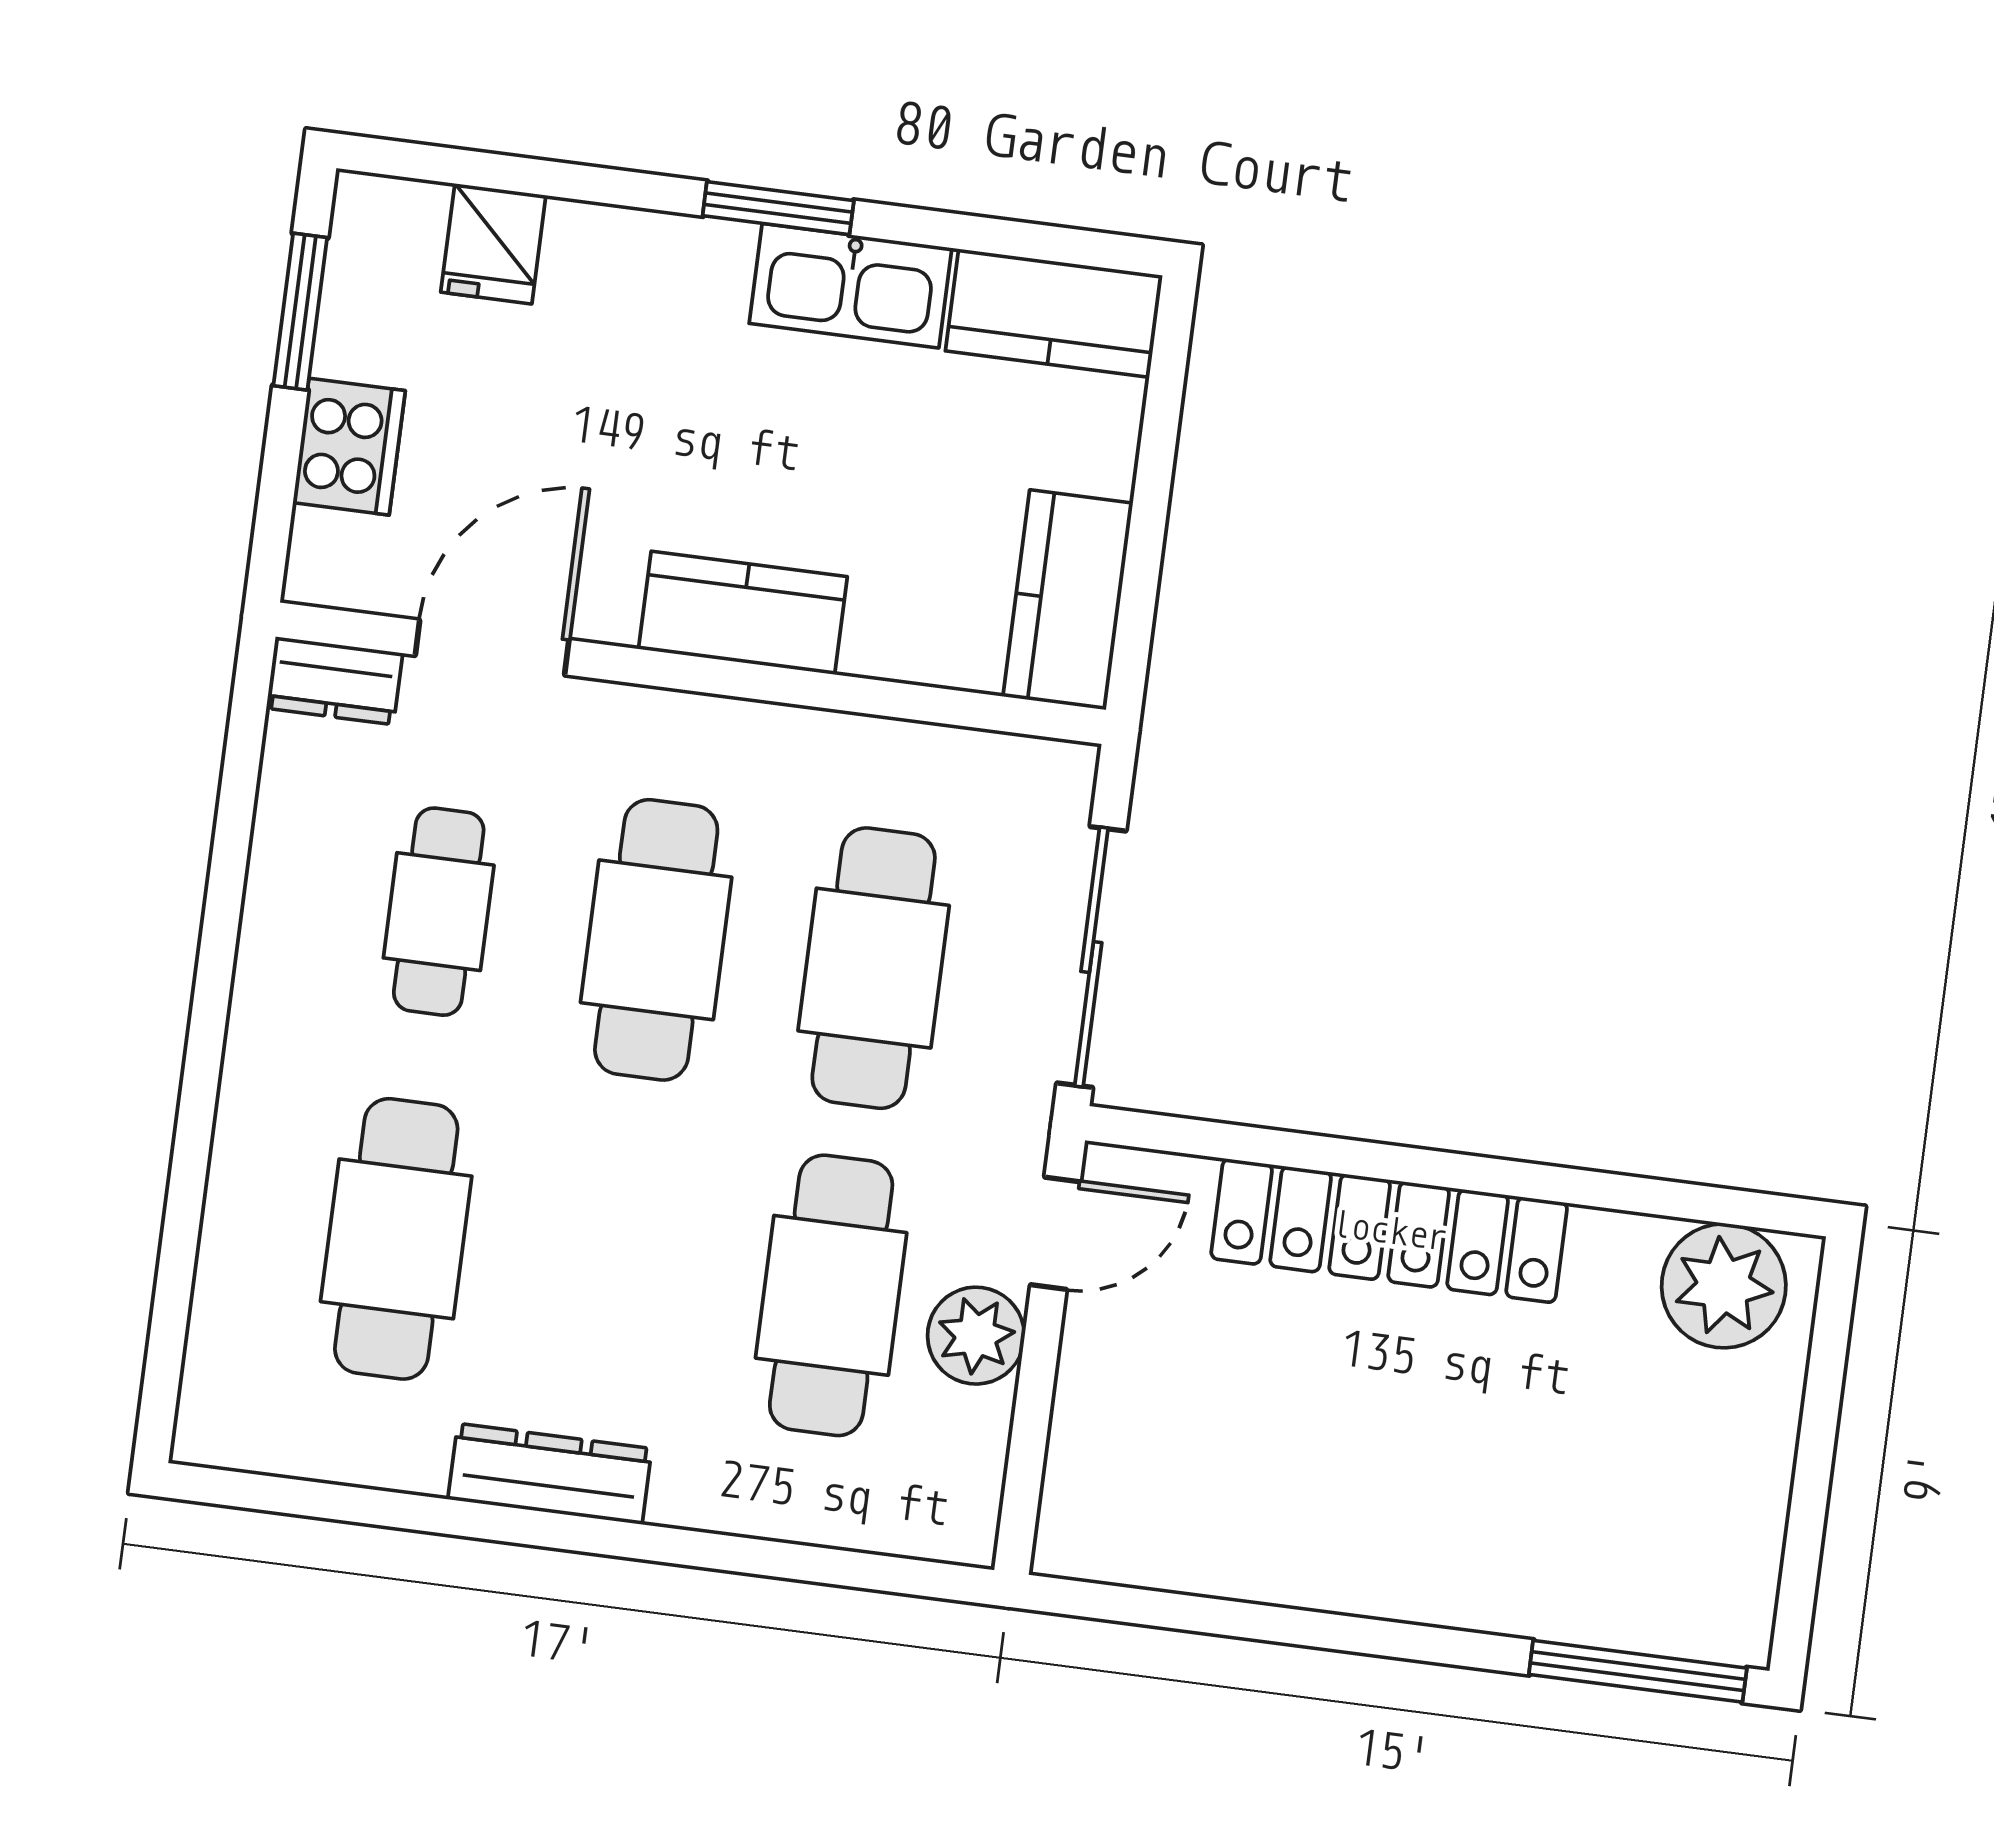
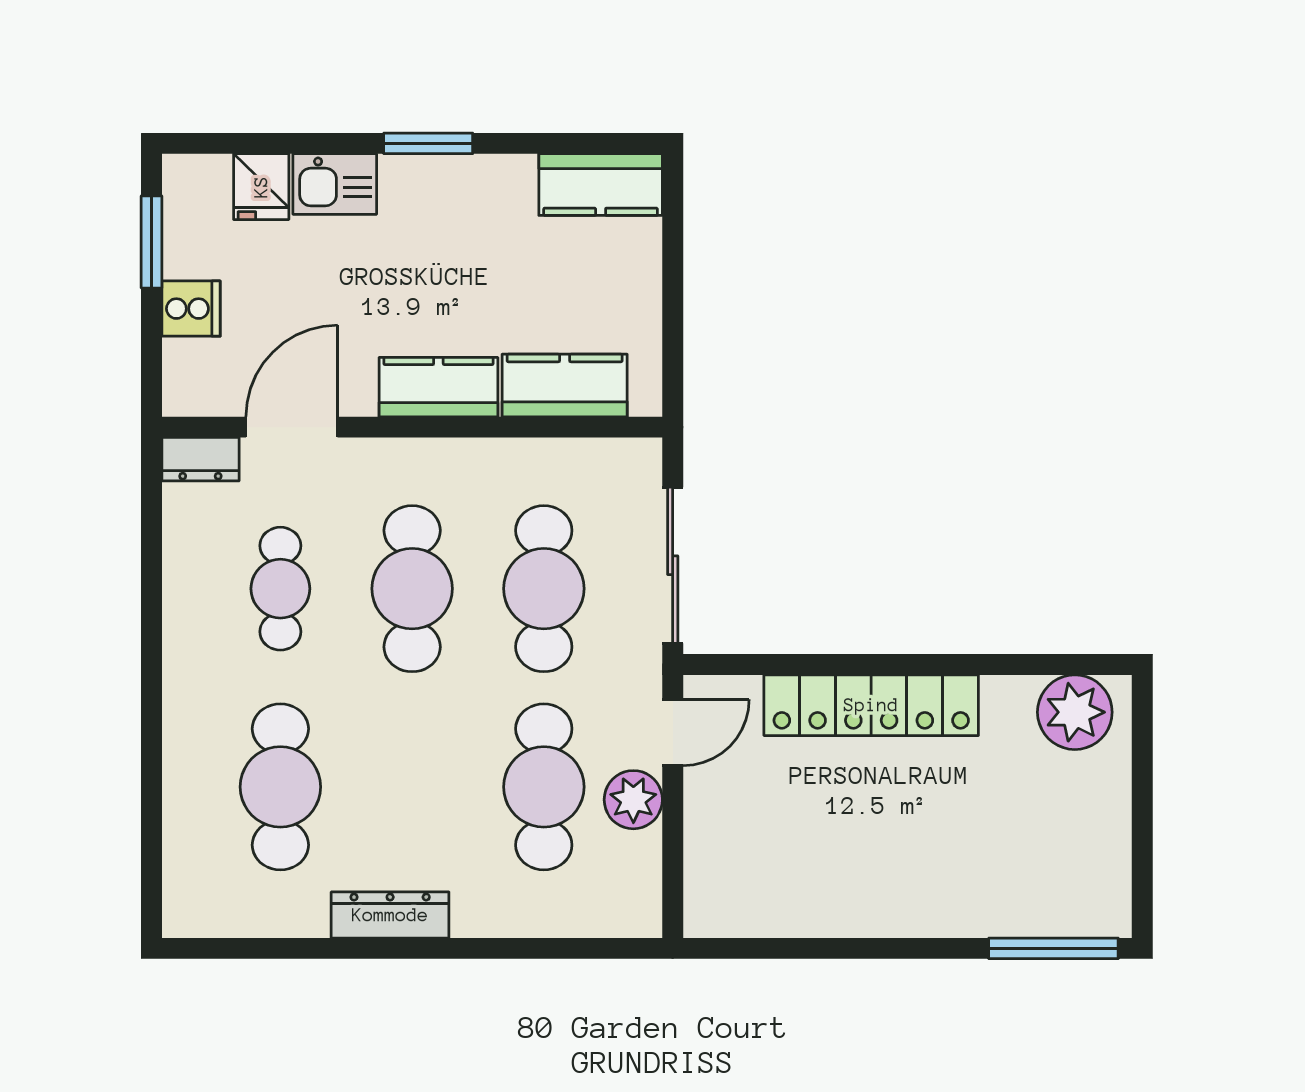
kitchen sink: (850, 286) -> (335, 184), moved, width x0.73
cooker: (349, 447) -> (191, 309), width x0.73
kitchen counter: (1068, 600) -> (565, 386), moved, turned 90

